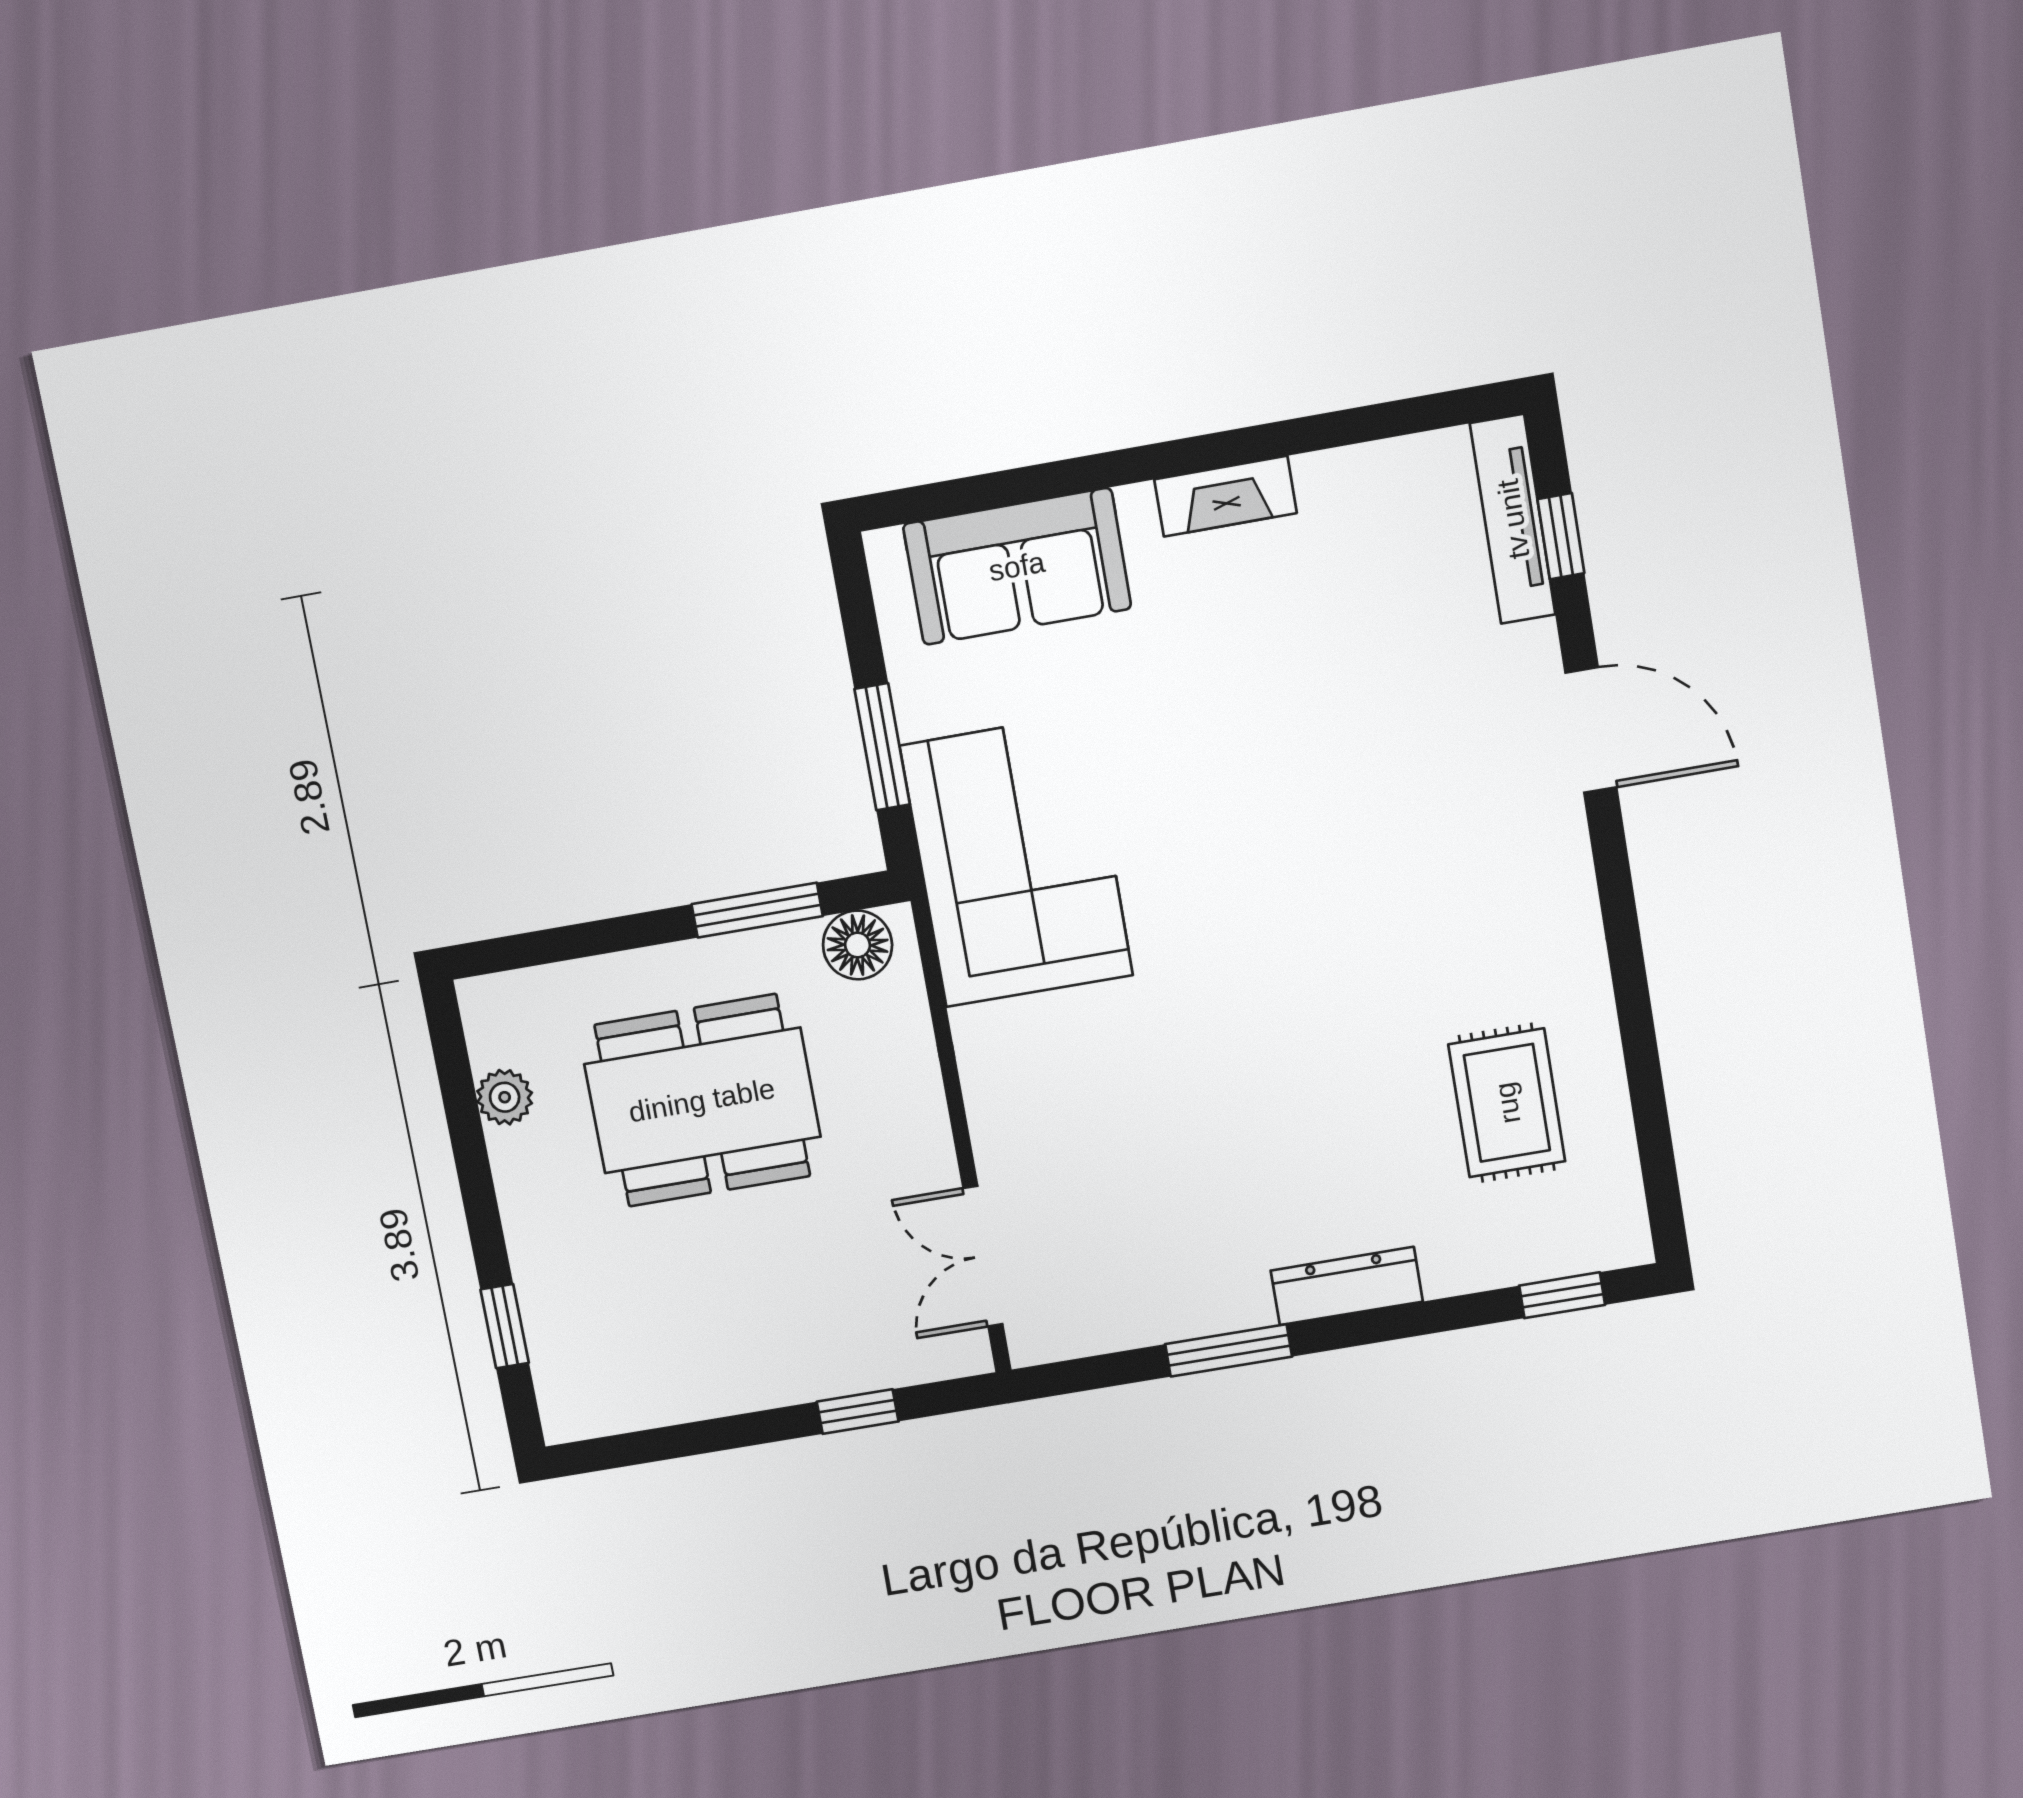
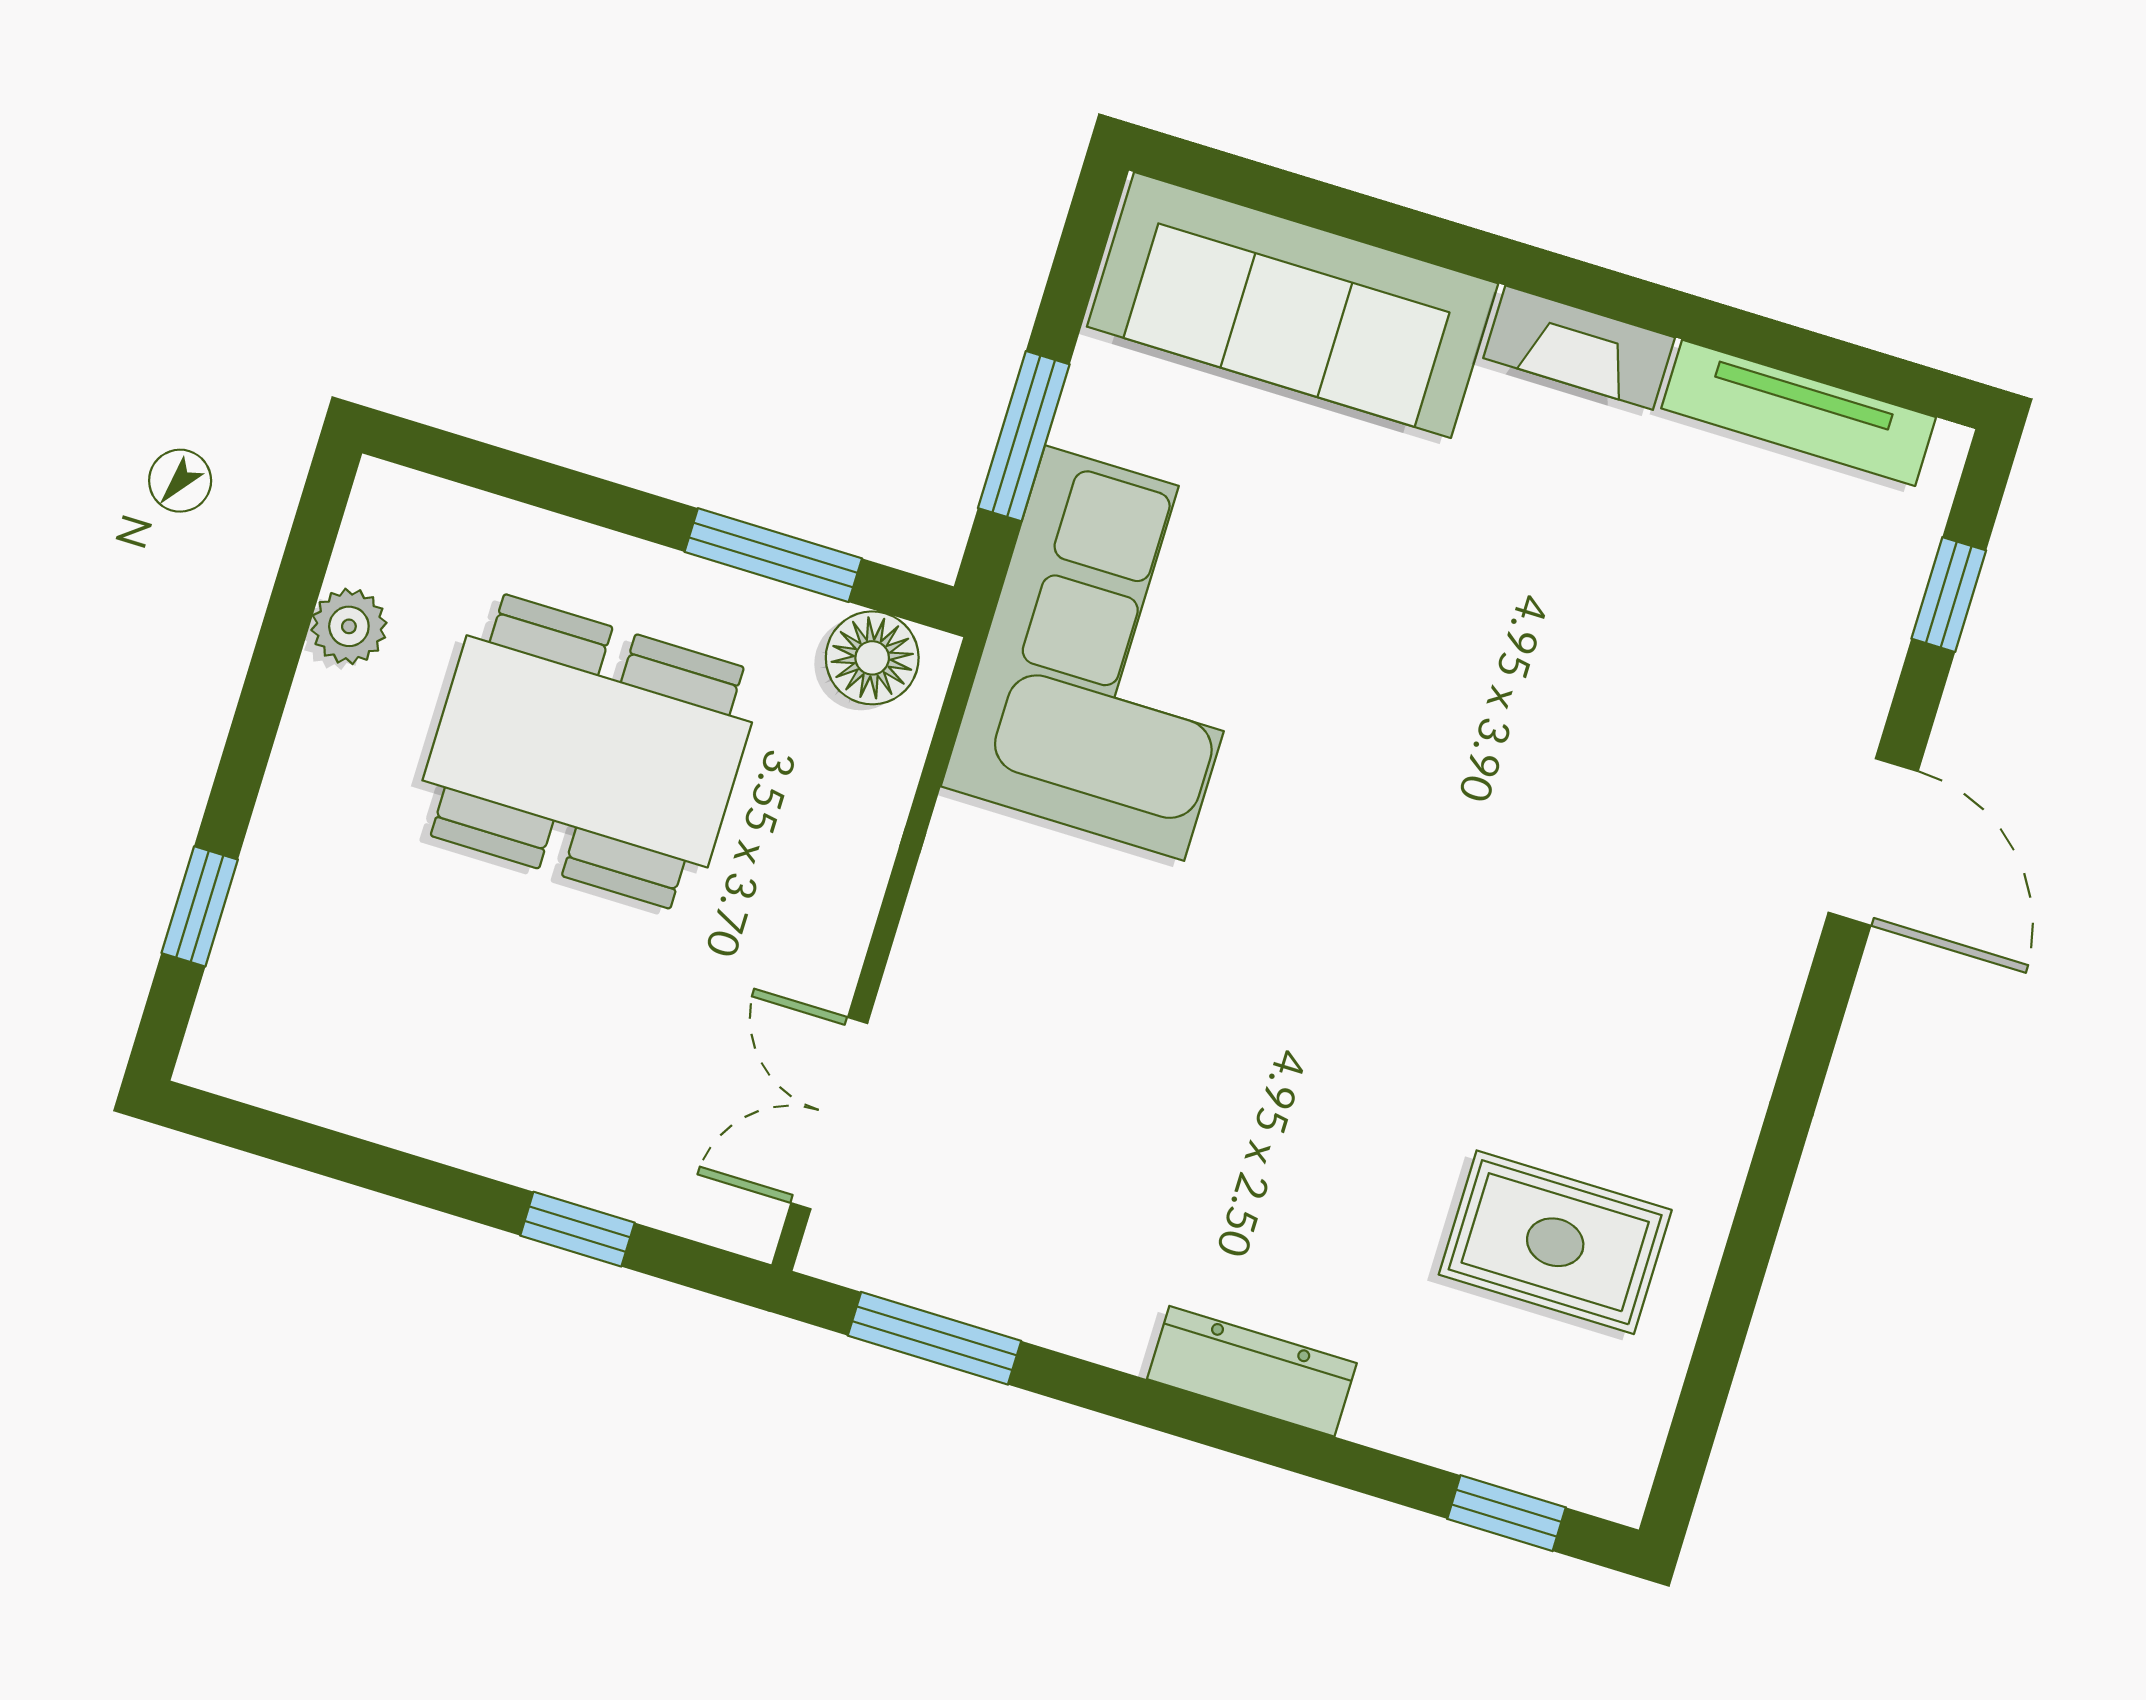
tv unit: (1513, 519) -> (1799, 413), moved, turned -90
sofa: (1017, 566) -> (1293, 305), width x1.36
rug: (1507, 1103) -> (1555, 1242), turned 90
window: (1229, 1350) -> (935, 1338), moved

